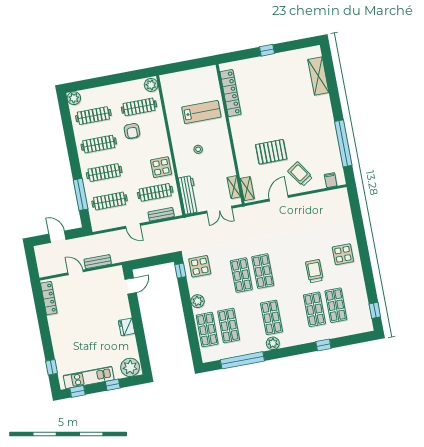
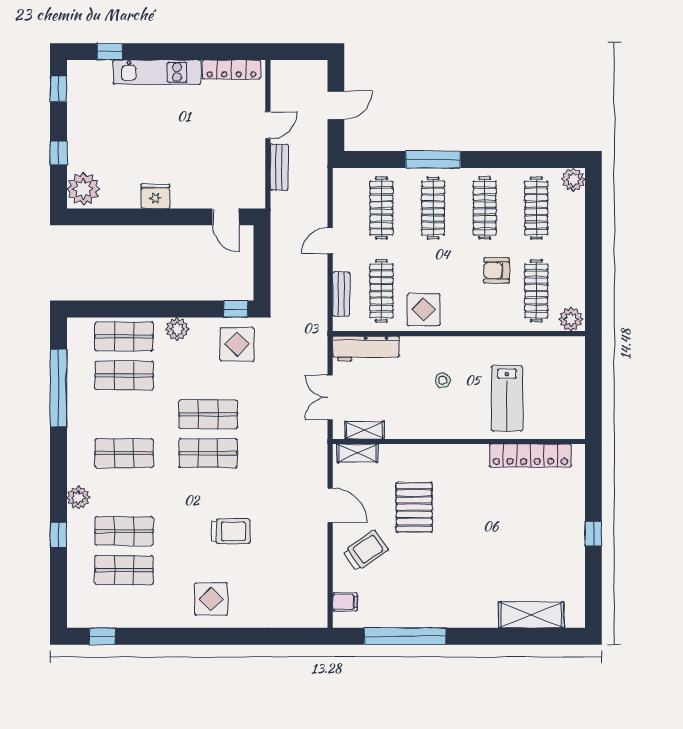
window: (81, 194) -> (433, 160), moved
trolley: (314, 271) -> (231, 531), moved
plant: (273, 343) -> (78, 498), moved
kitchen unit: (89, 378) -> (157, 72), moved, turned 90

